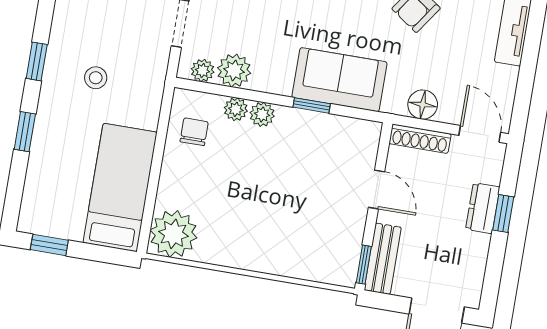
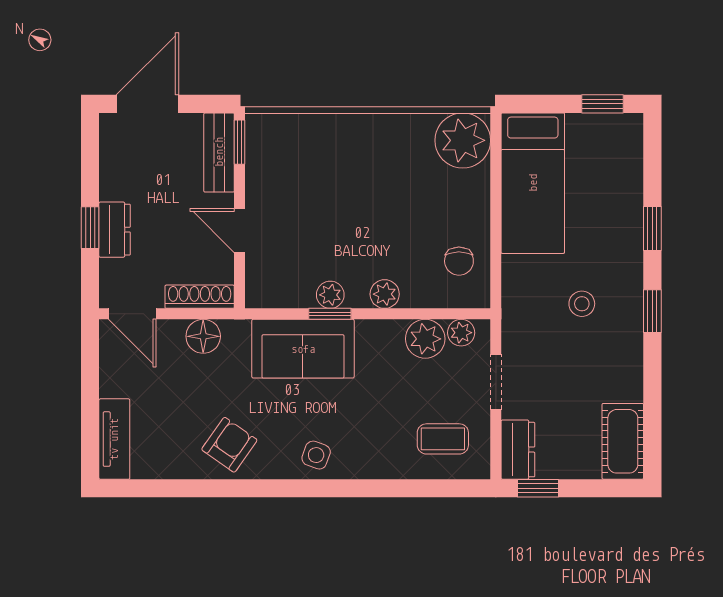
plant: (236, 109) -> (330, 295), moved

